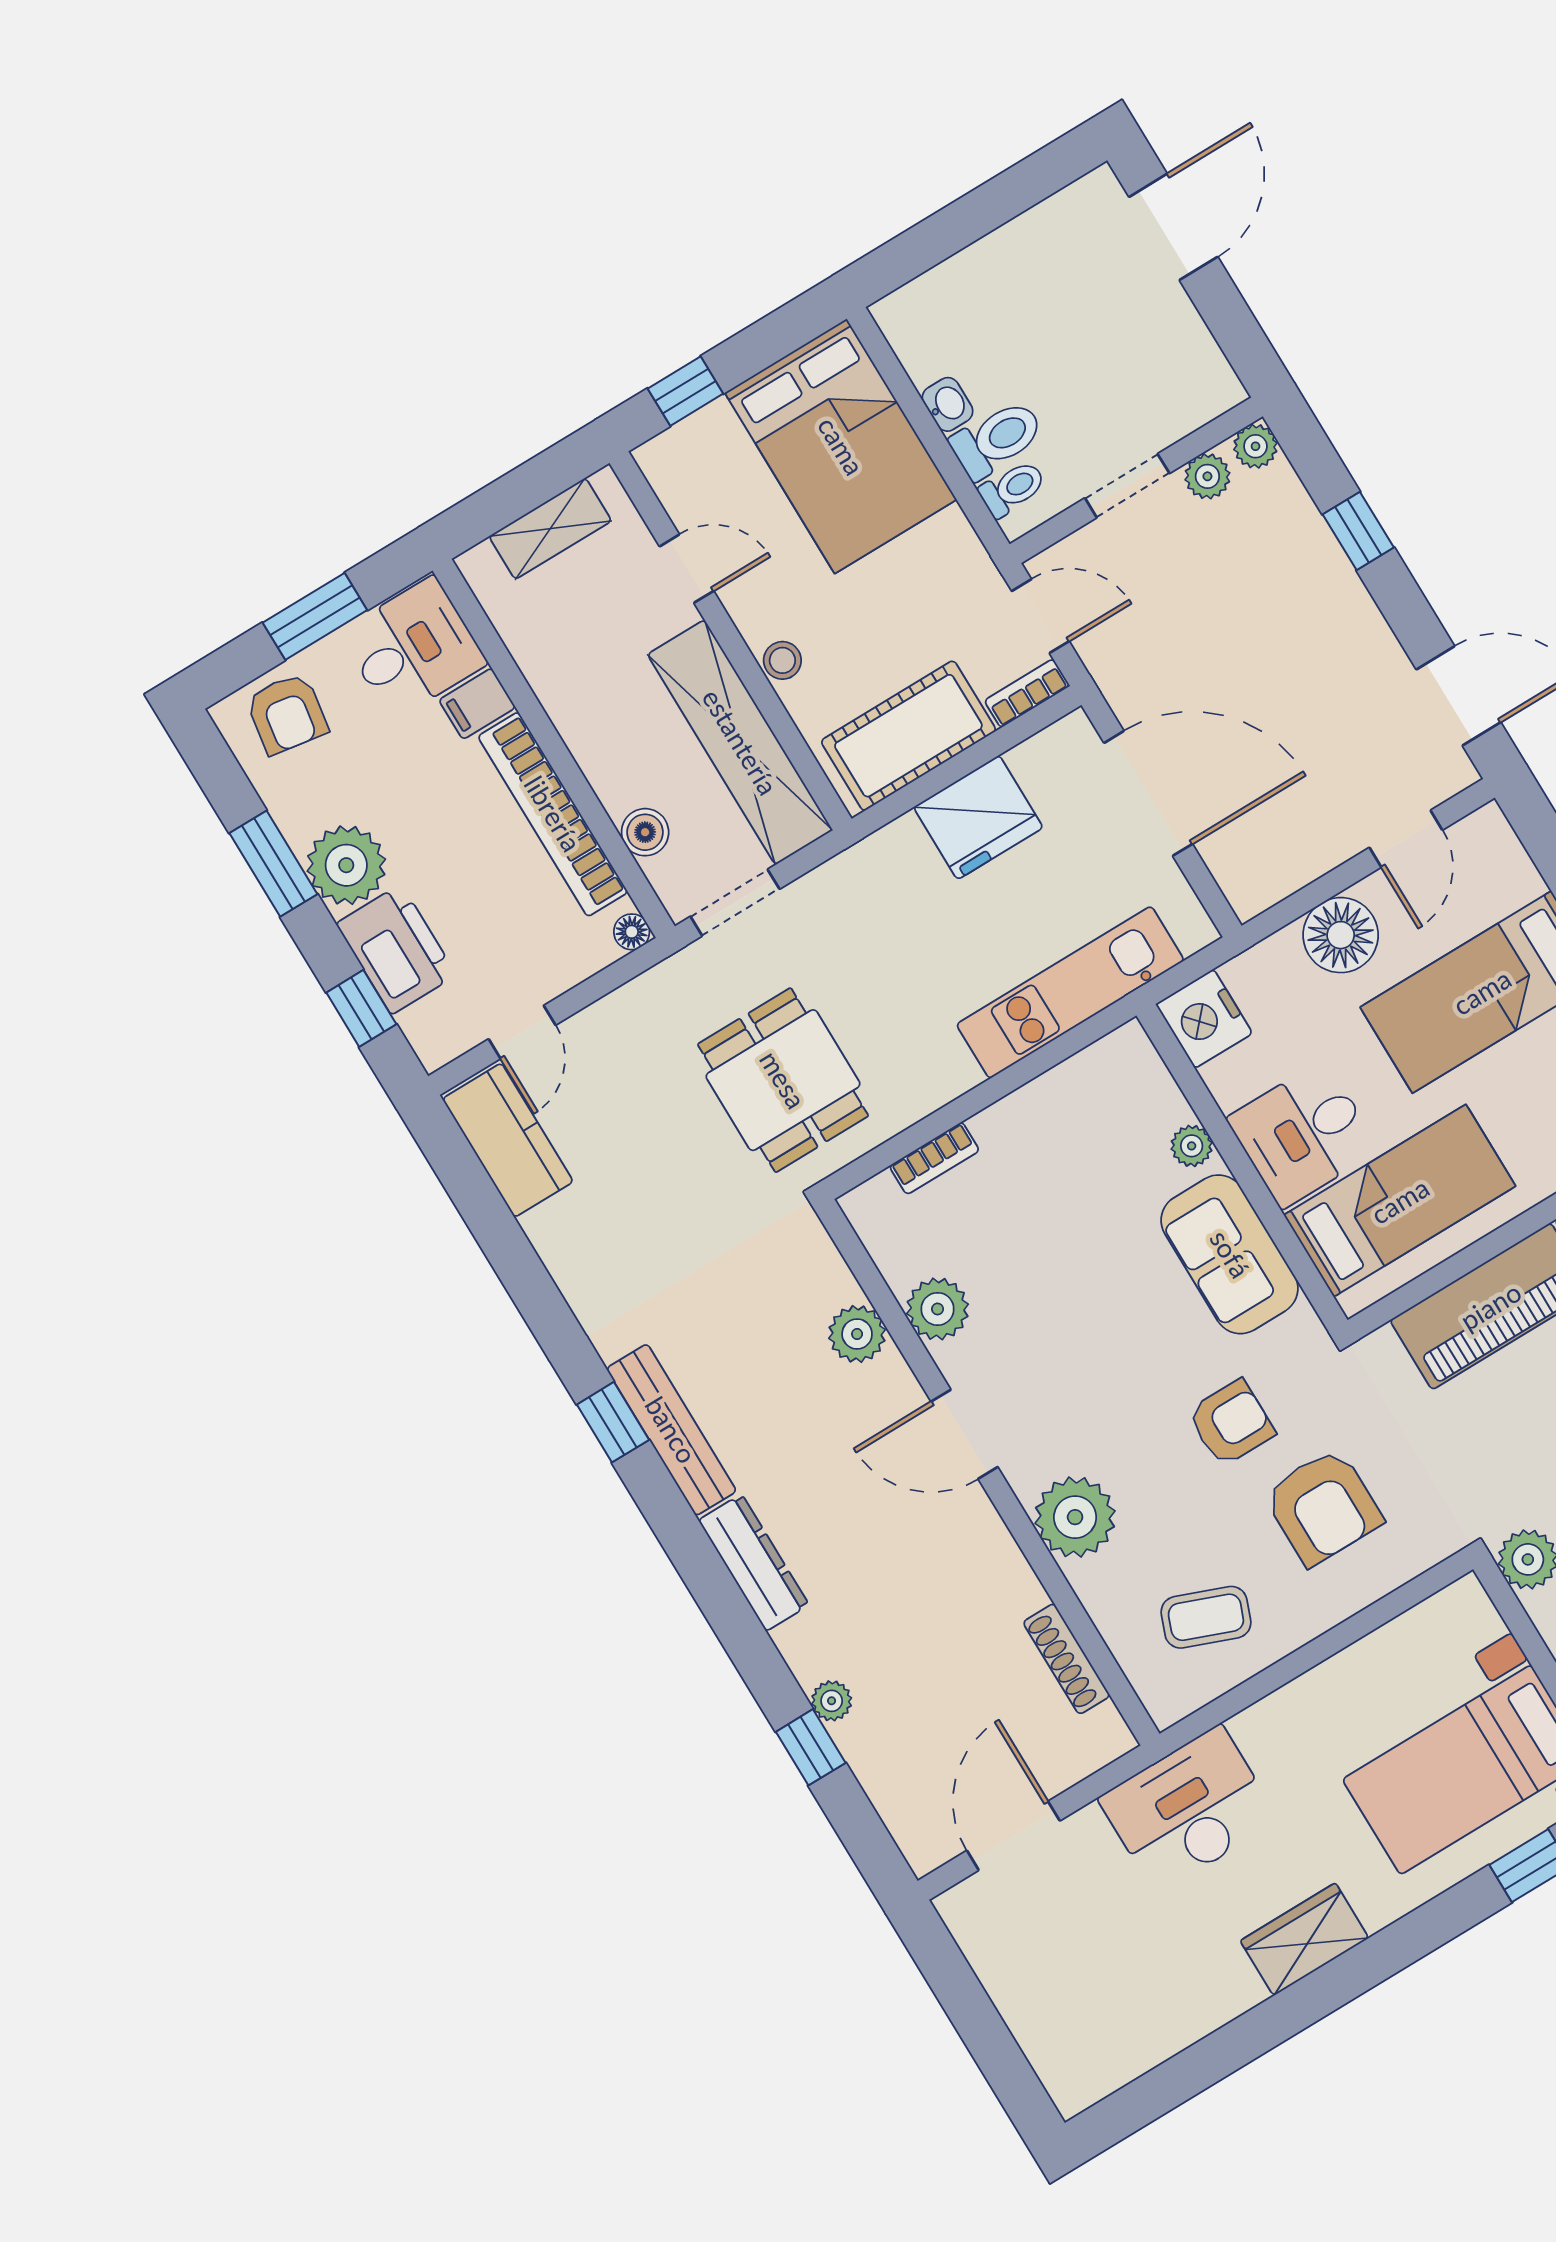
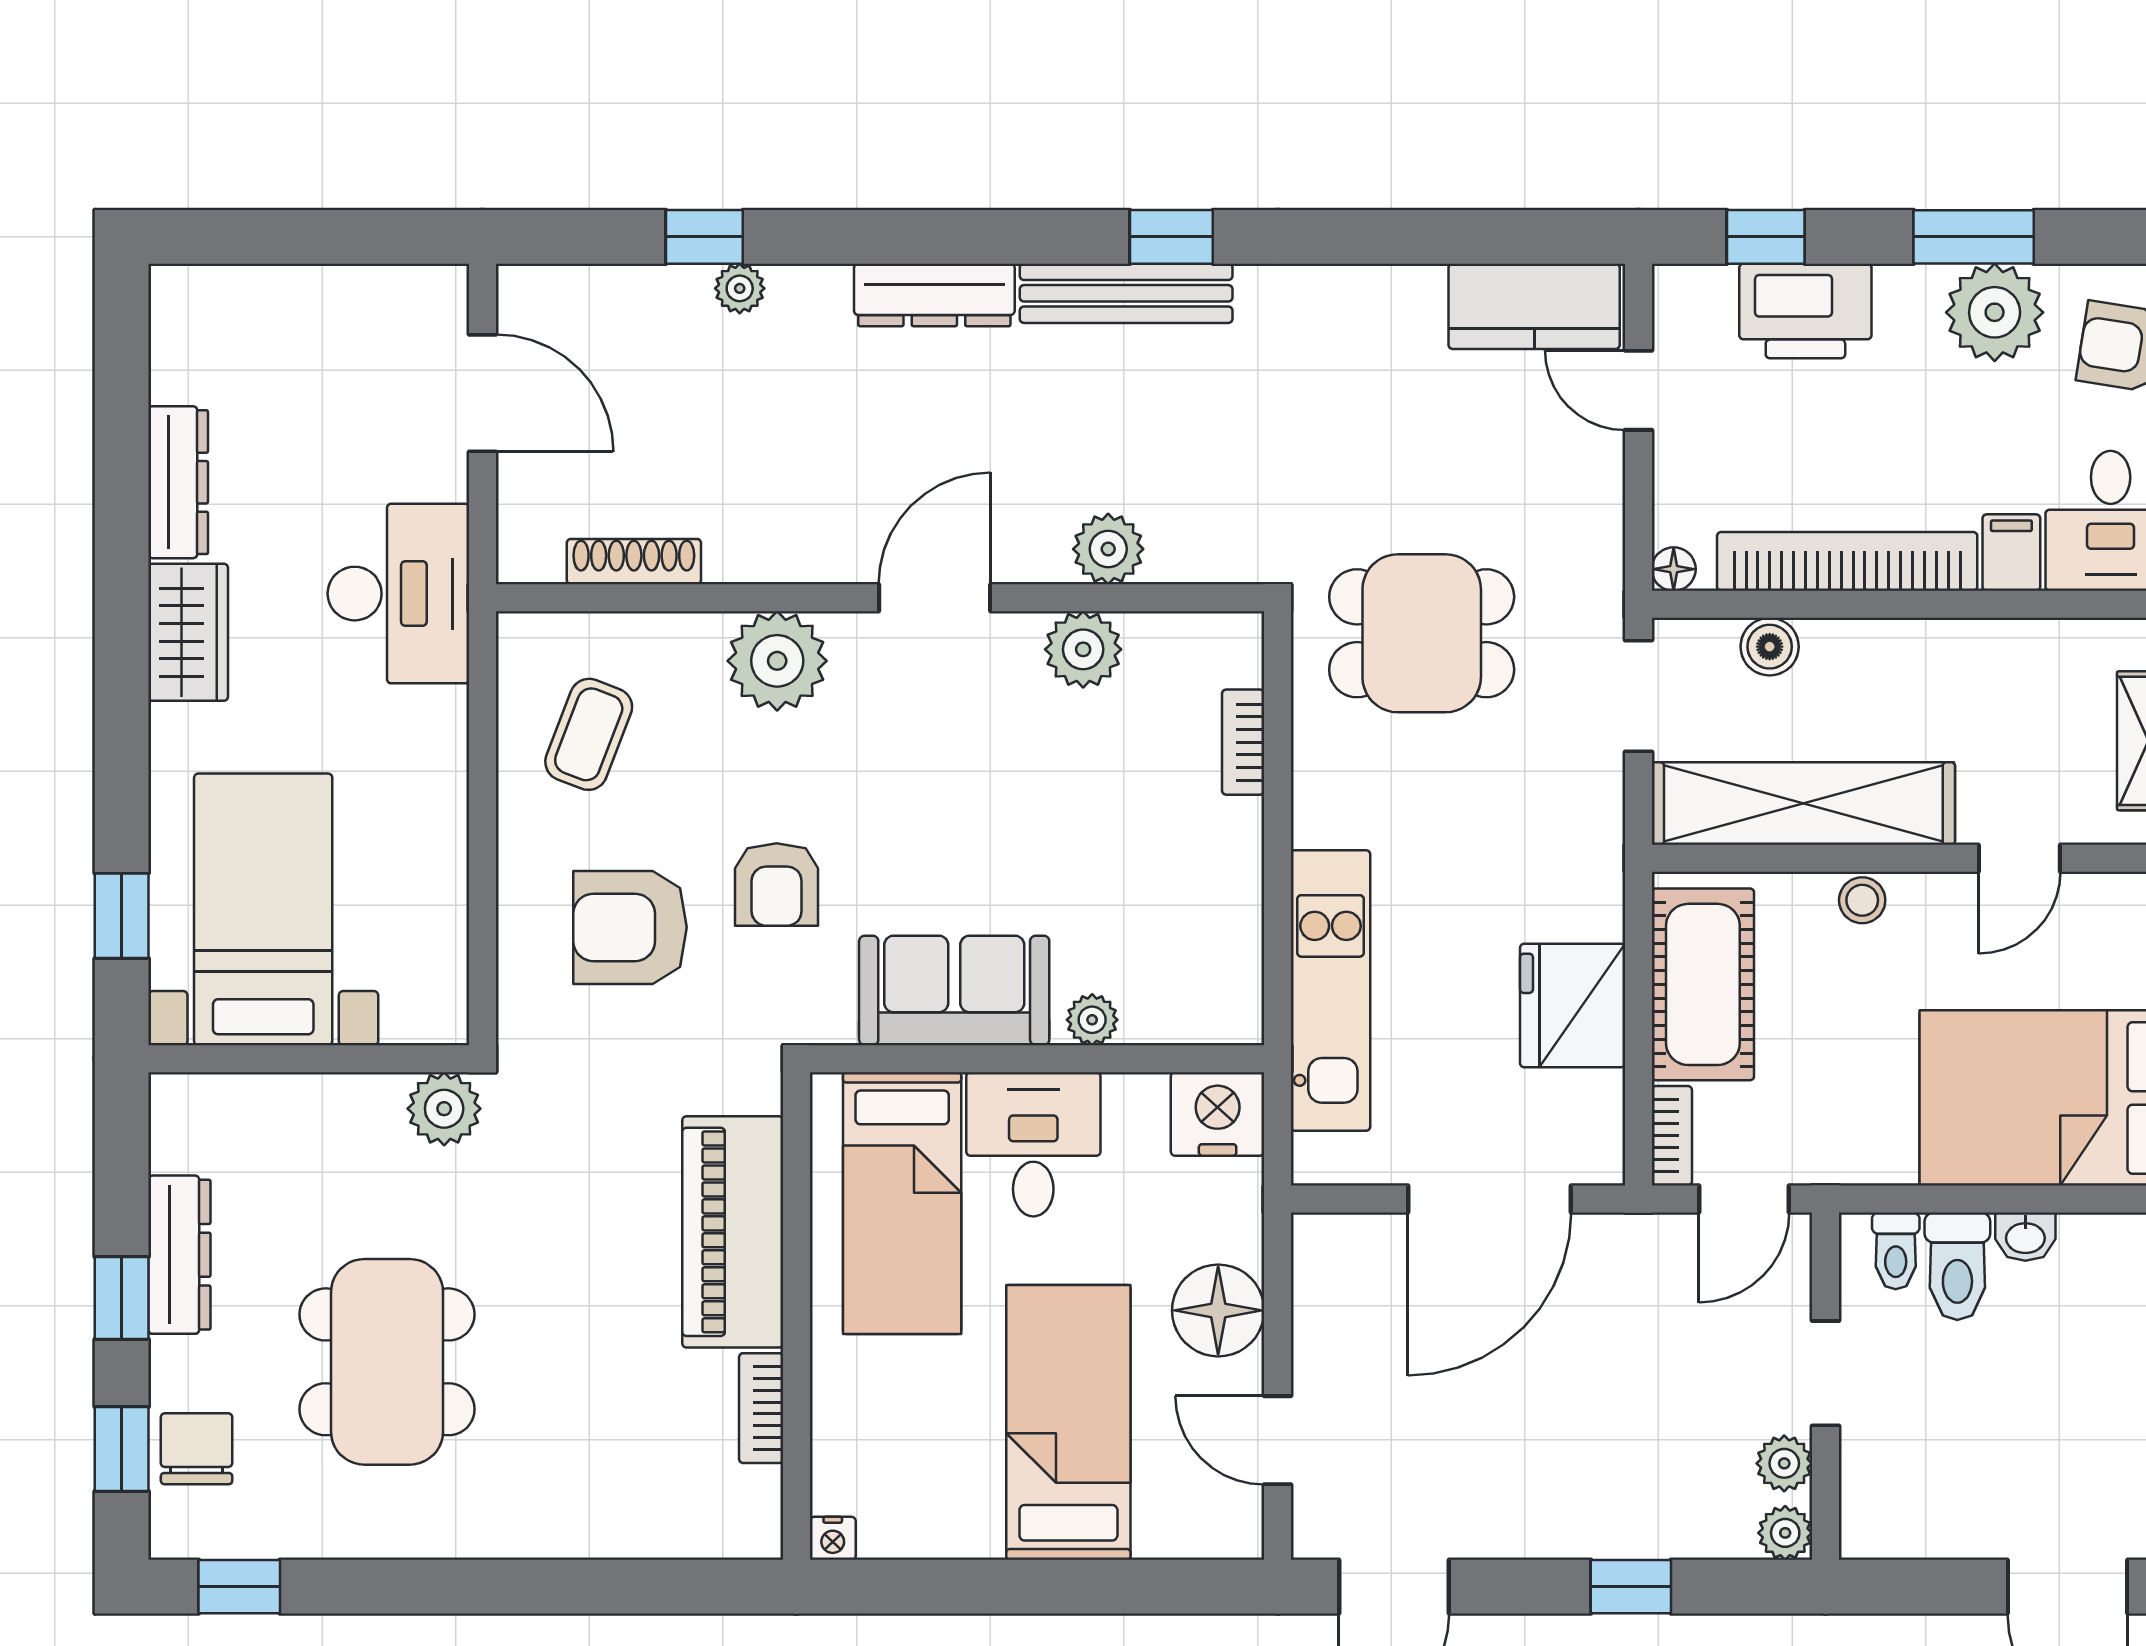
plant: (346, 865) -> (1995, 312), moved
dresser: (1204, 2010) -> (178, 482), added

